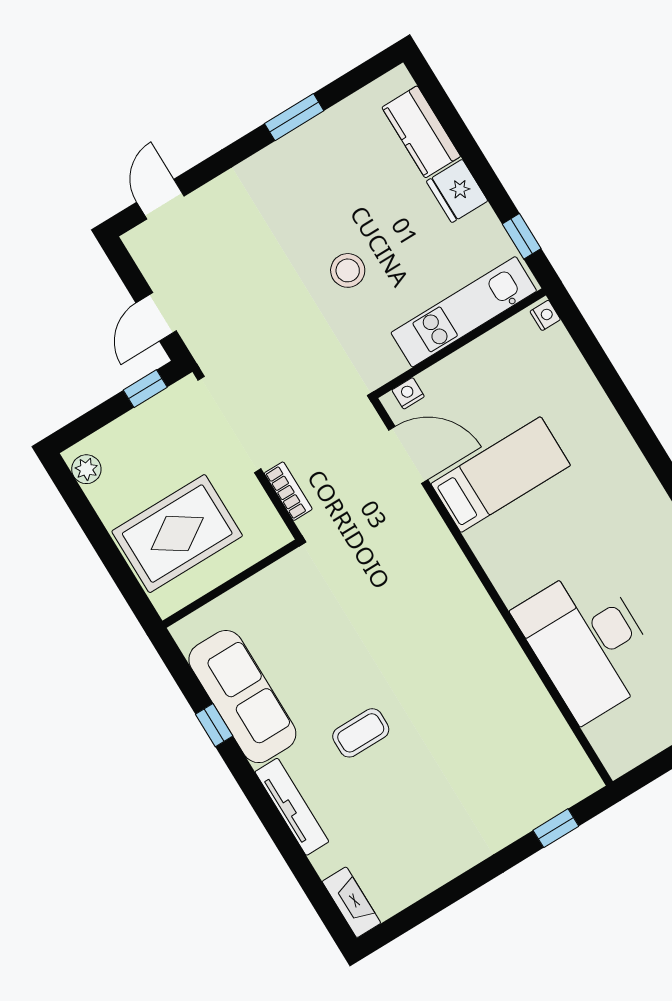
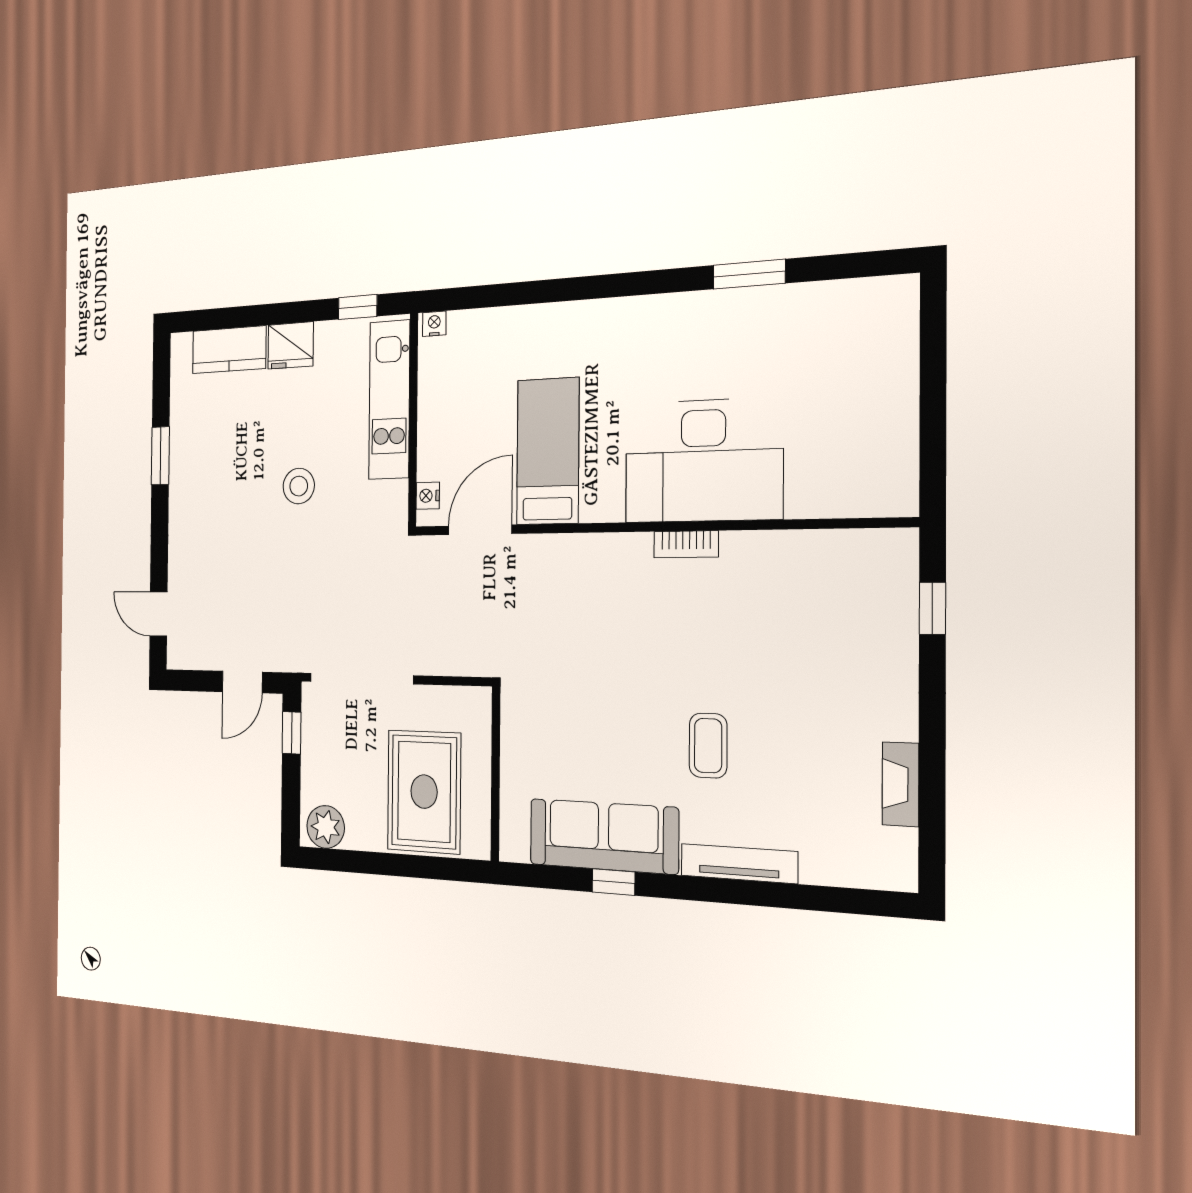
door: (156, 317) -> (242, 682), hinge flipped
plant: (86, 469) -> (326, 827), width x1.38, depth x1.38
bookcase: (288, 491) -> (686, 544), moved, turned 180
desk: (588, 643) -> (703, 461), moved
fireplace: (351, 902) -> (900, 784), moved, turned -90

